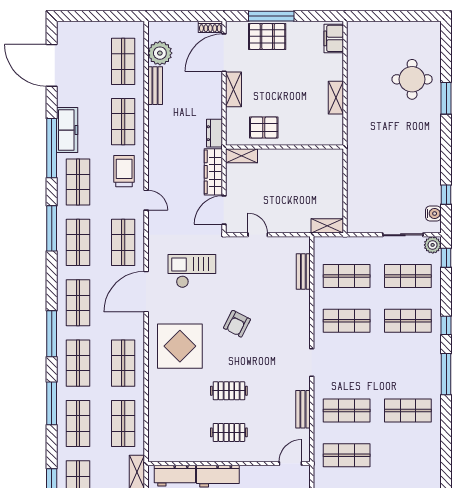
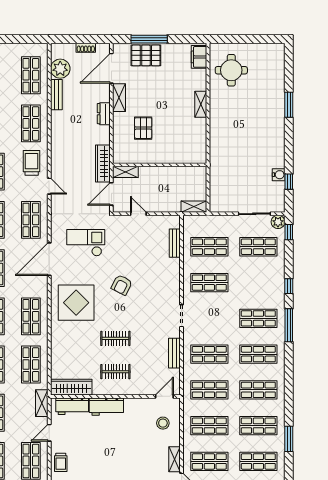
shoe rack: (210, 27) -> (86, 48), moved
round table: (412, 79) -> (231, 70), moved
pallet: (264, 127) -> (143, 128), turned 90
dresser: (214, 133) -> (104, 114), moved
wall: (284, 147) -> (160, 165), moved
shelving: (241, 156) -> (125, 172), moved
water cooler: (433, 214) -> (279, 175), moved
shop shelf: (408, 321) -> (258, 318), moved
wardrobe: (174, 452) -> (71, 387), added
shop shelf: (408, 455) -> (258, 390), added

